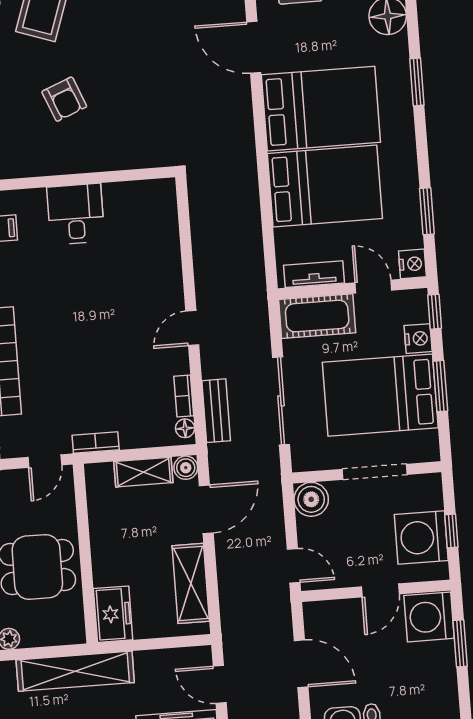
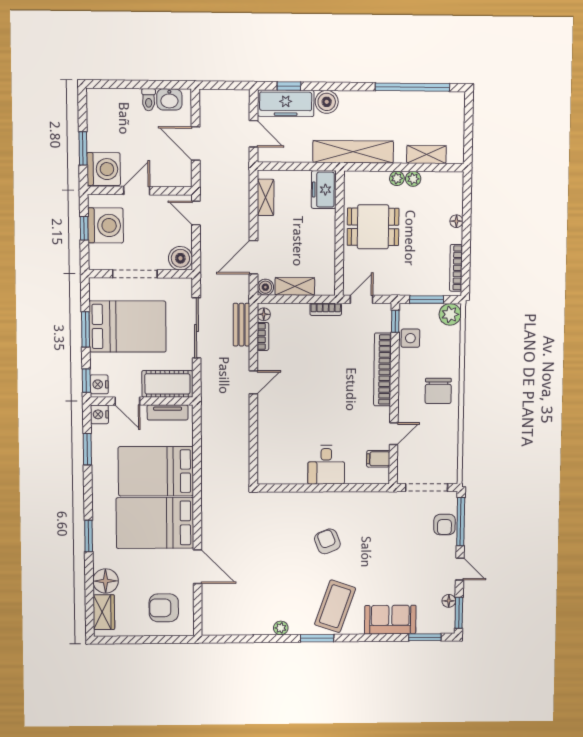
nightstand: (418, 339) -> (99, 384), moved
shelving: (191, 583) -> (266, 197), width x0.67, depth x0.75

